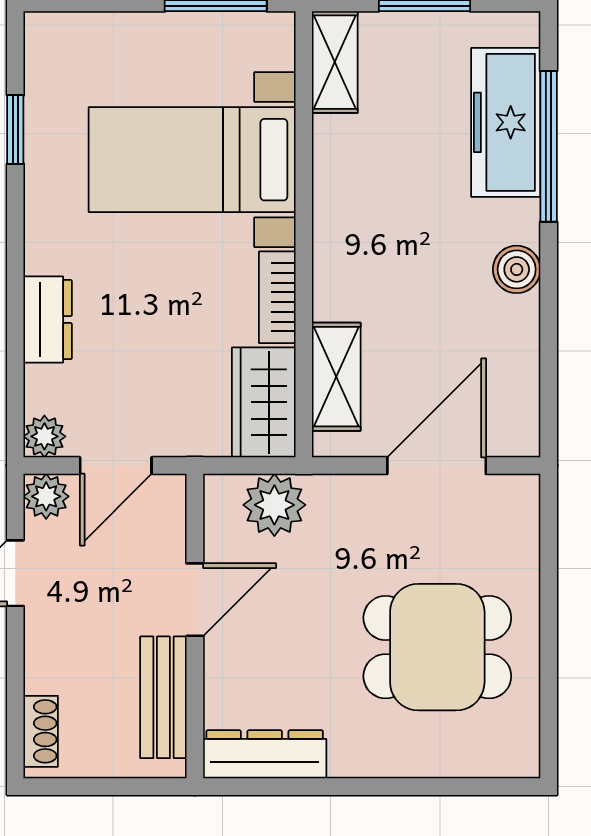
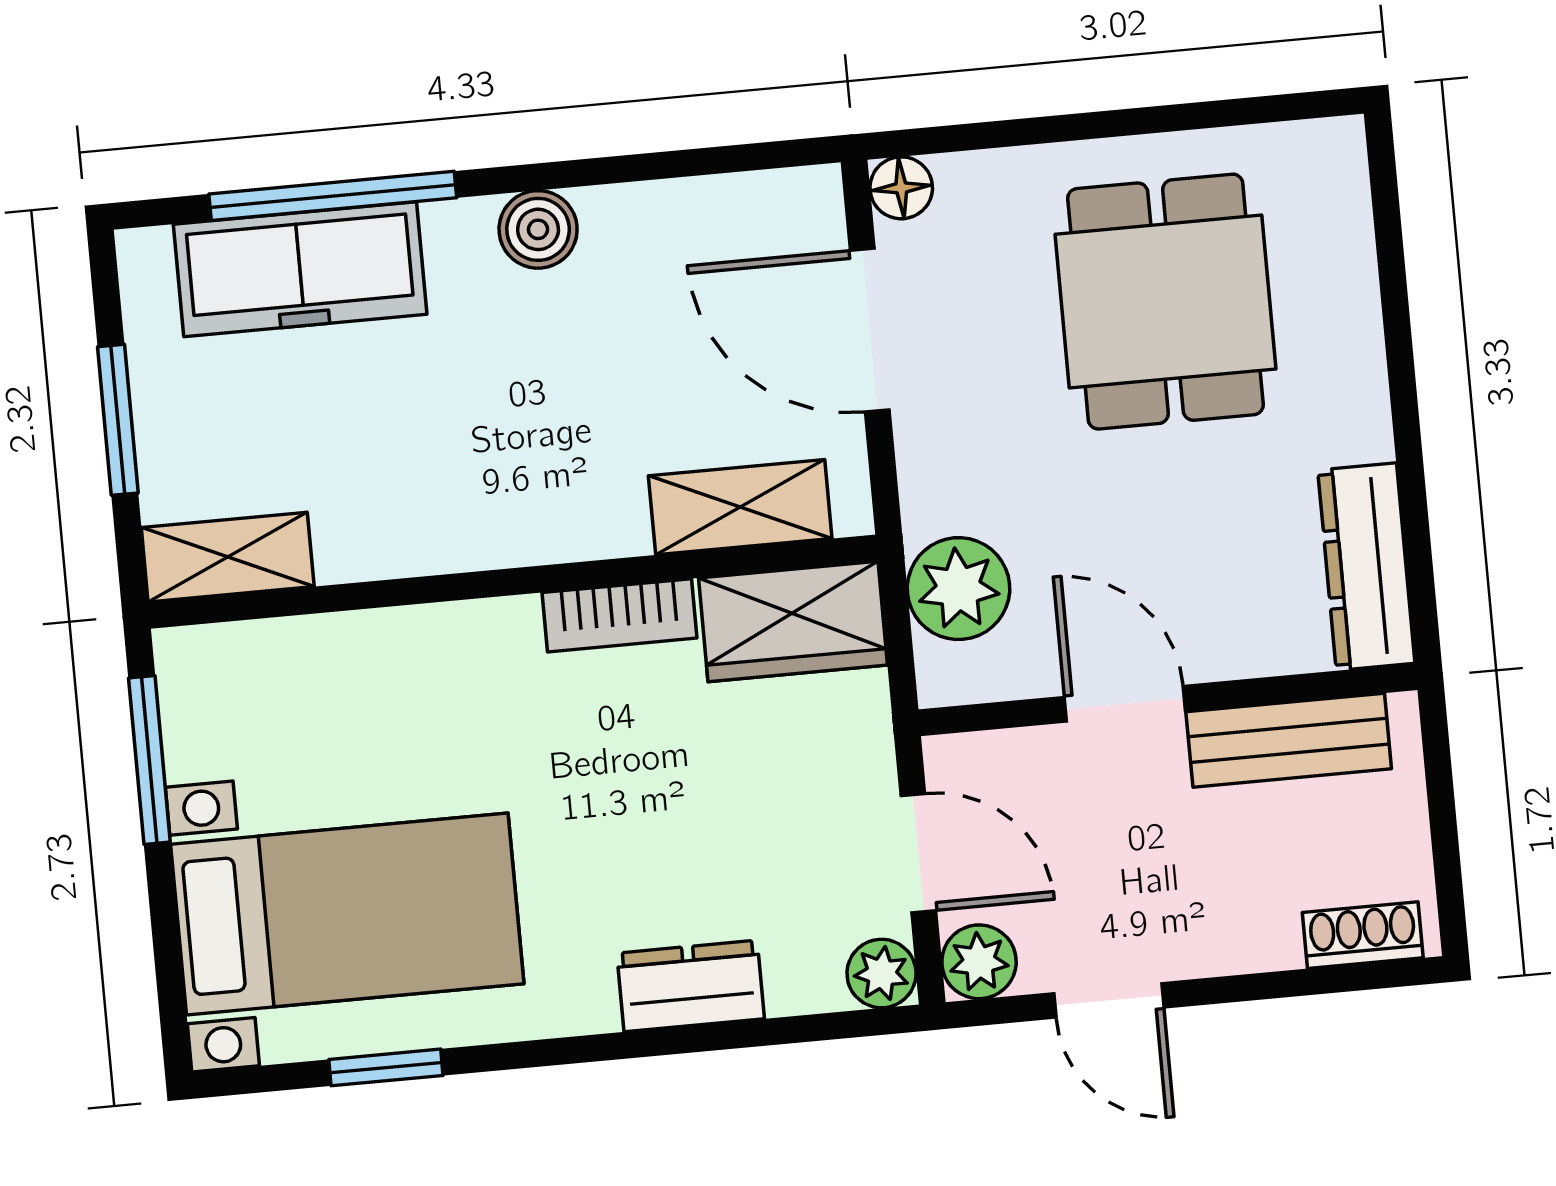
bed with nightstands: (192, 160) -> (347, 914), moved, turned -90
floor lamp: (521, 493) -> (901, 188), added

